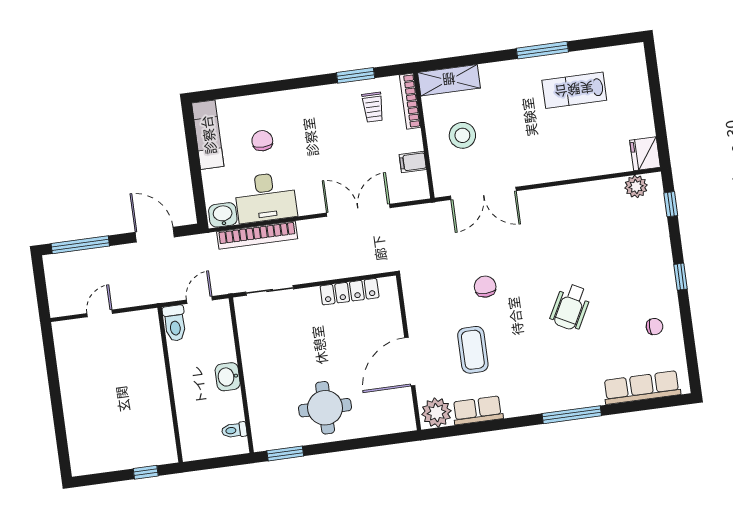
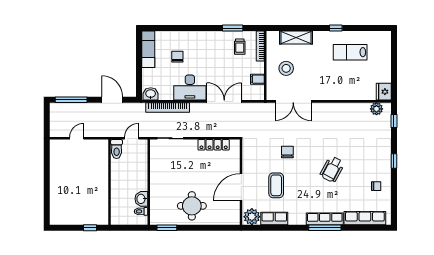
window: (542, 50) -> (336, 28), width x0.46
shelving: (449, 80) -> (296, 38), moved
desk: (266, 197) -> (190, 88), moved
washbasin: (228, 377) -> (141, 199), moved
row of seats: (569, 399) -> (325, 219), added

